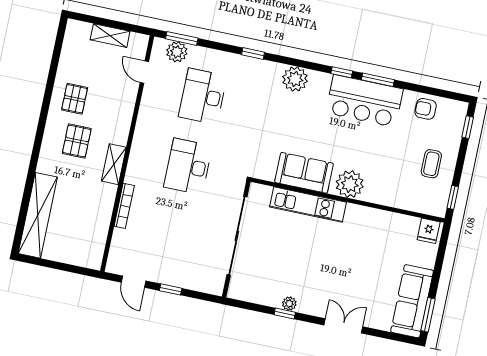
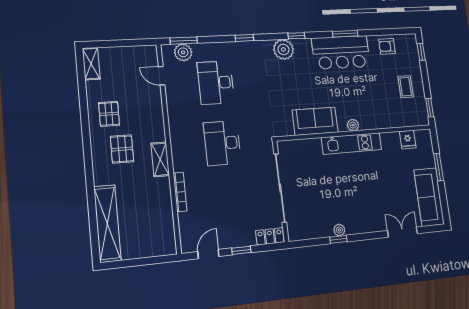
shelving: (110, 36) -> (91, 64), moved, turned 90
window: (342, 72) -> (296, 36), moved
plant: (350, 184) -> (353, 125), width x0.53, depth x0.53
kitchen unit: (308, 205) -> (352, 144), moved
fridge: (429, 231) -> (408, 140), moved
door: (134, 282) -> (208, 254), swing flipped
locker: (207, 285) -> (270, 236), added
window: (428, 315) -> (439, 167), moved
double door: (343, 326) -> (402, 232), moved

